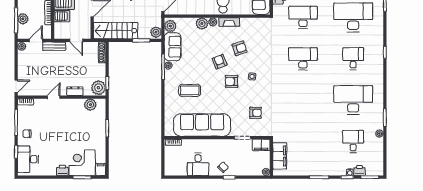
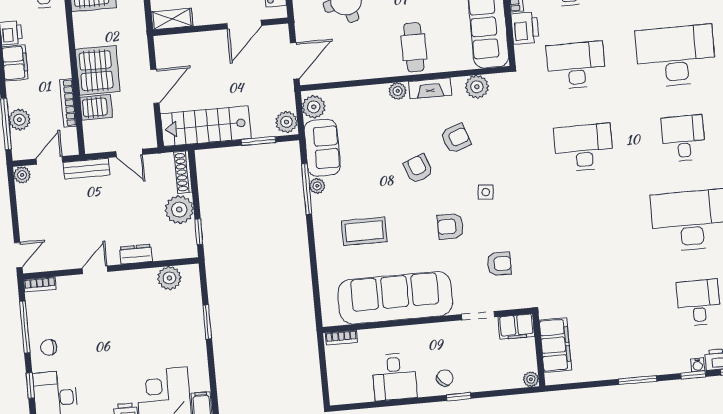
plant: (202, 24) -> (477, 87), moved
armchair: (232, 81) -> (450, 226), moved
plant: (98, 88) -> (179, 210), moved

